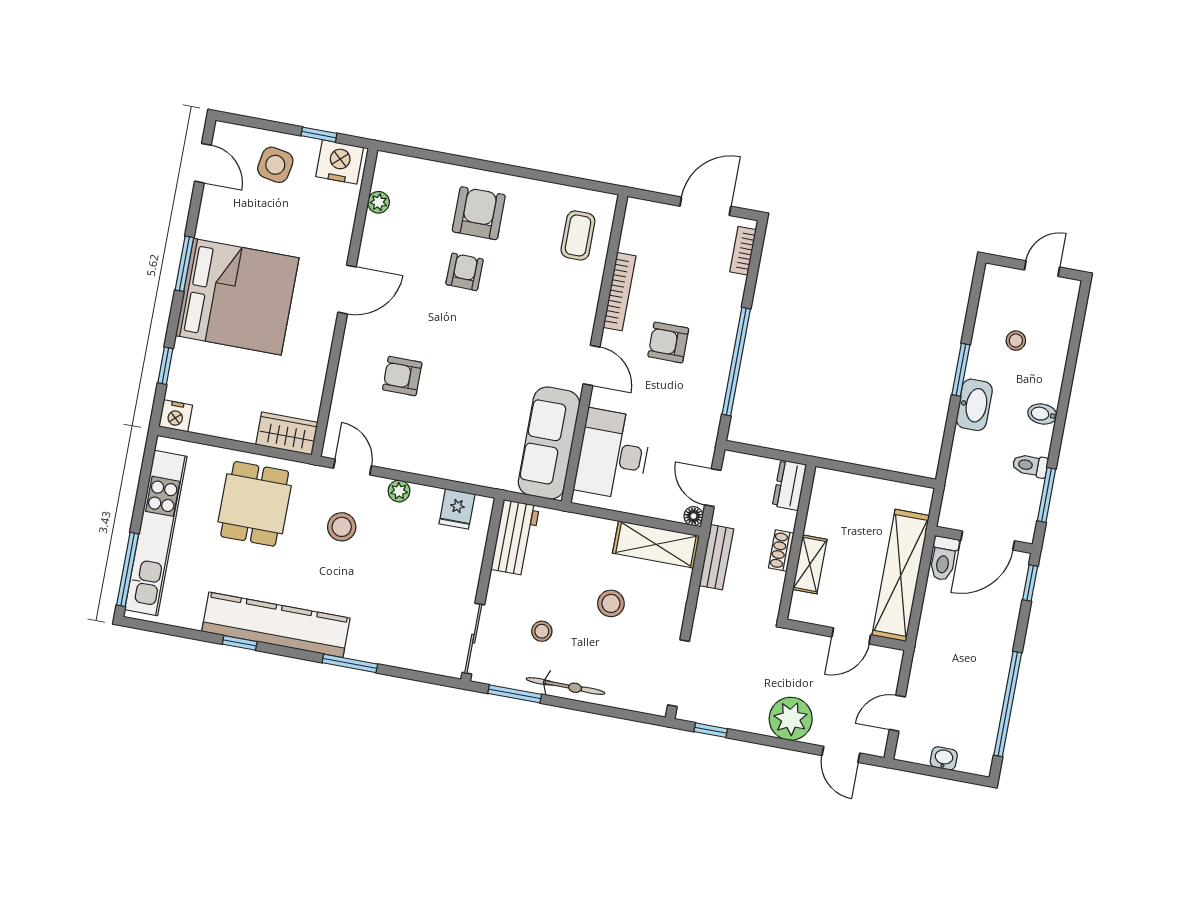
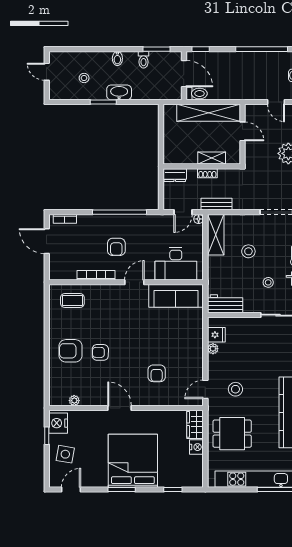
nightstand: (176, 416) -> (196, 447), moved
plant: (399, 491) -> (213, 349), moved

